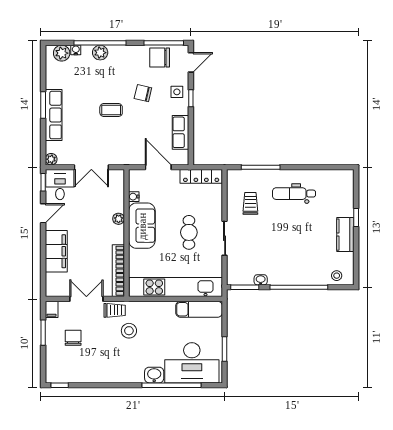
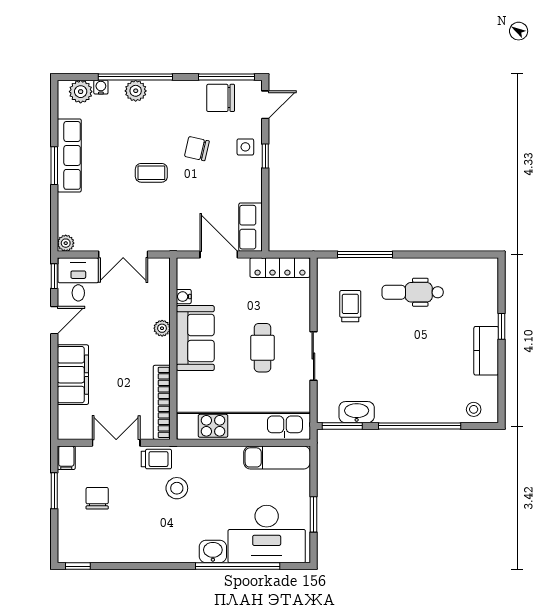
row of seats: (54, 115) -> (69, 155), moved
row of seats: (181, 132) -> (251, 227), moved
washbasin: (261, 280) -> (357, 412), width x1.91, depth x1.45

